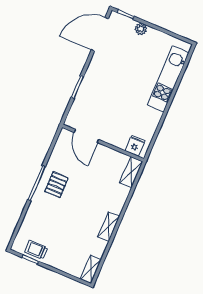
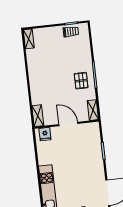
door: (86, 136) -> (68, 124), moved
shelving: (109, 226) -> (93, 110), moved

